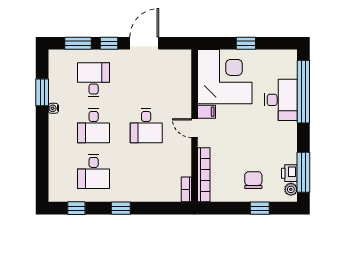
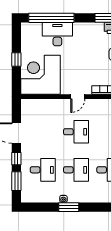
desk: (94, 80) -> (43, 170), turned 180
window: (42, 92) -> (69, 207), moved
filing cabinet: (206, 112) -> (66, 88), removed

